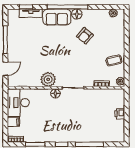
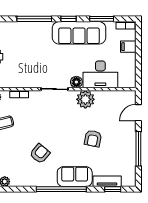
floor lamp: (77, 14) -> (50, 180), removed
armchair: (42, 48) -> (93, 138), added
desk: (18, 103) -> (100, 74), moved, turned 90
sofa: (53, 133) -> (79, 33), added

